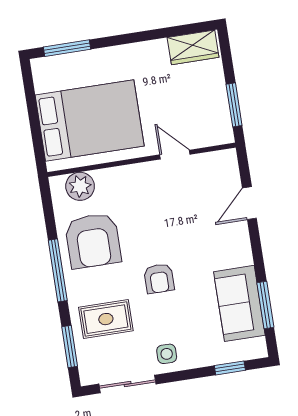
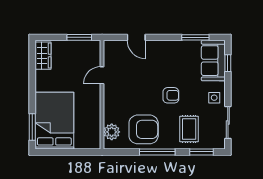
bed: (90, 120) -> (54, 121), moved
sofa: (239, 303) -> (213, 61), moved, turned 90

